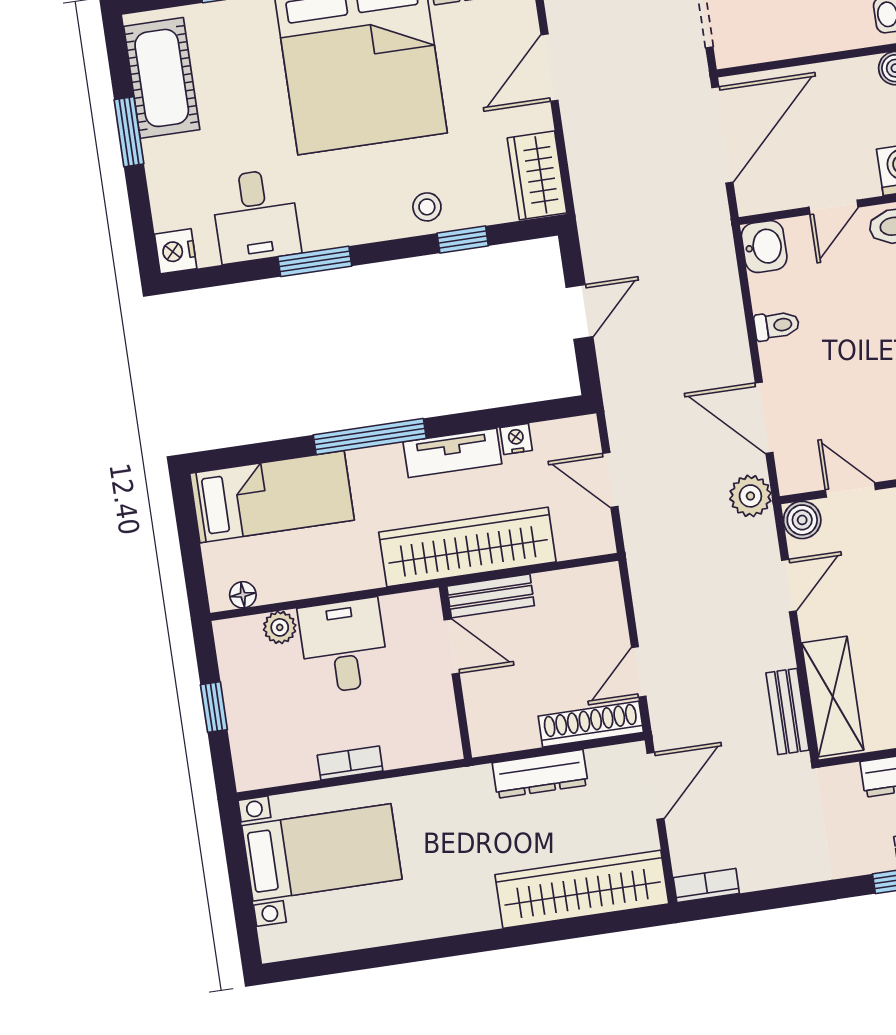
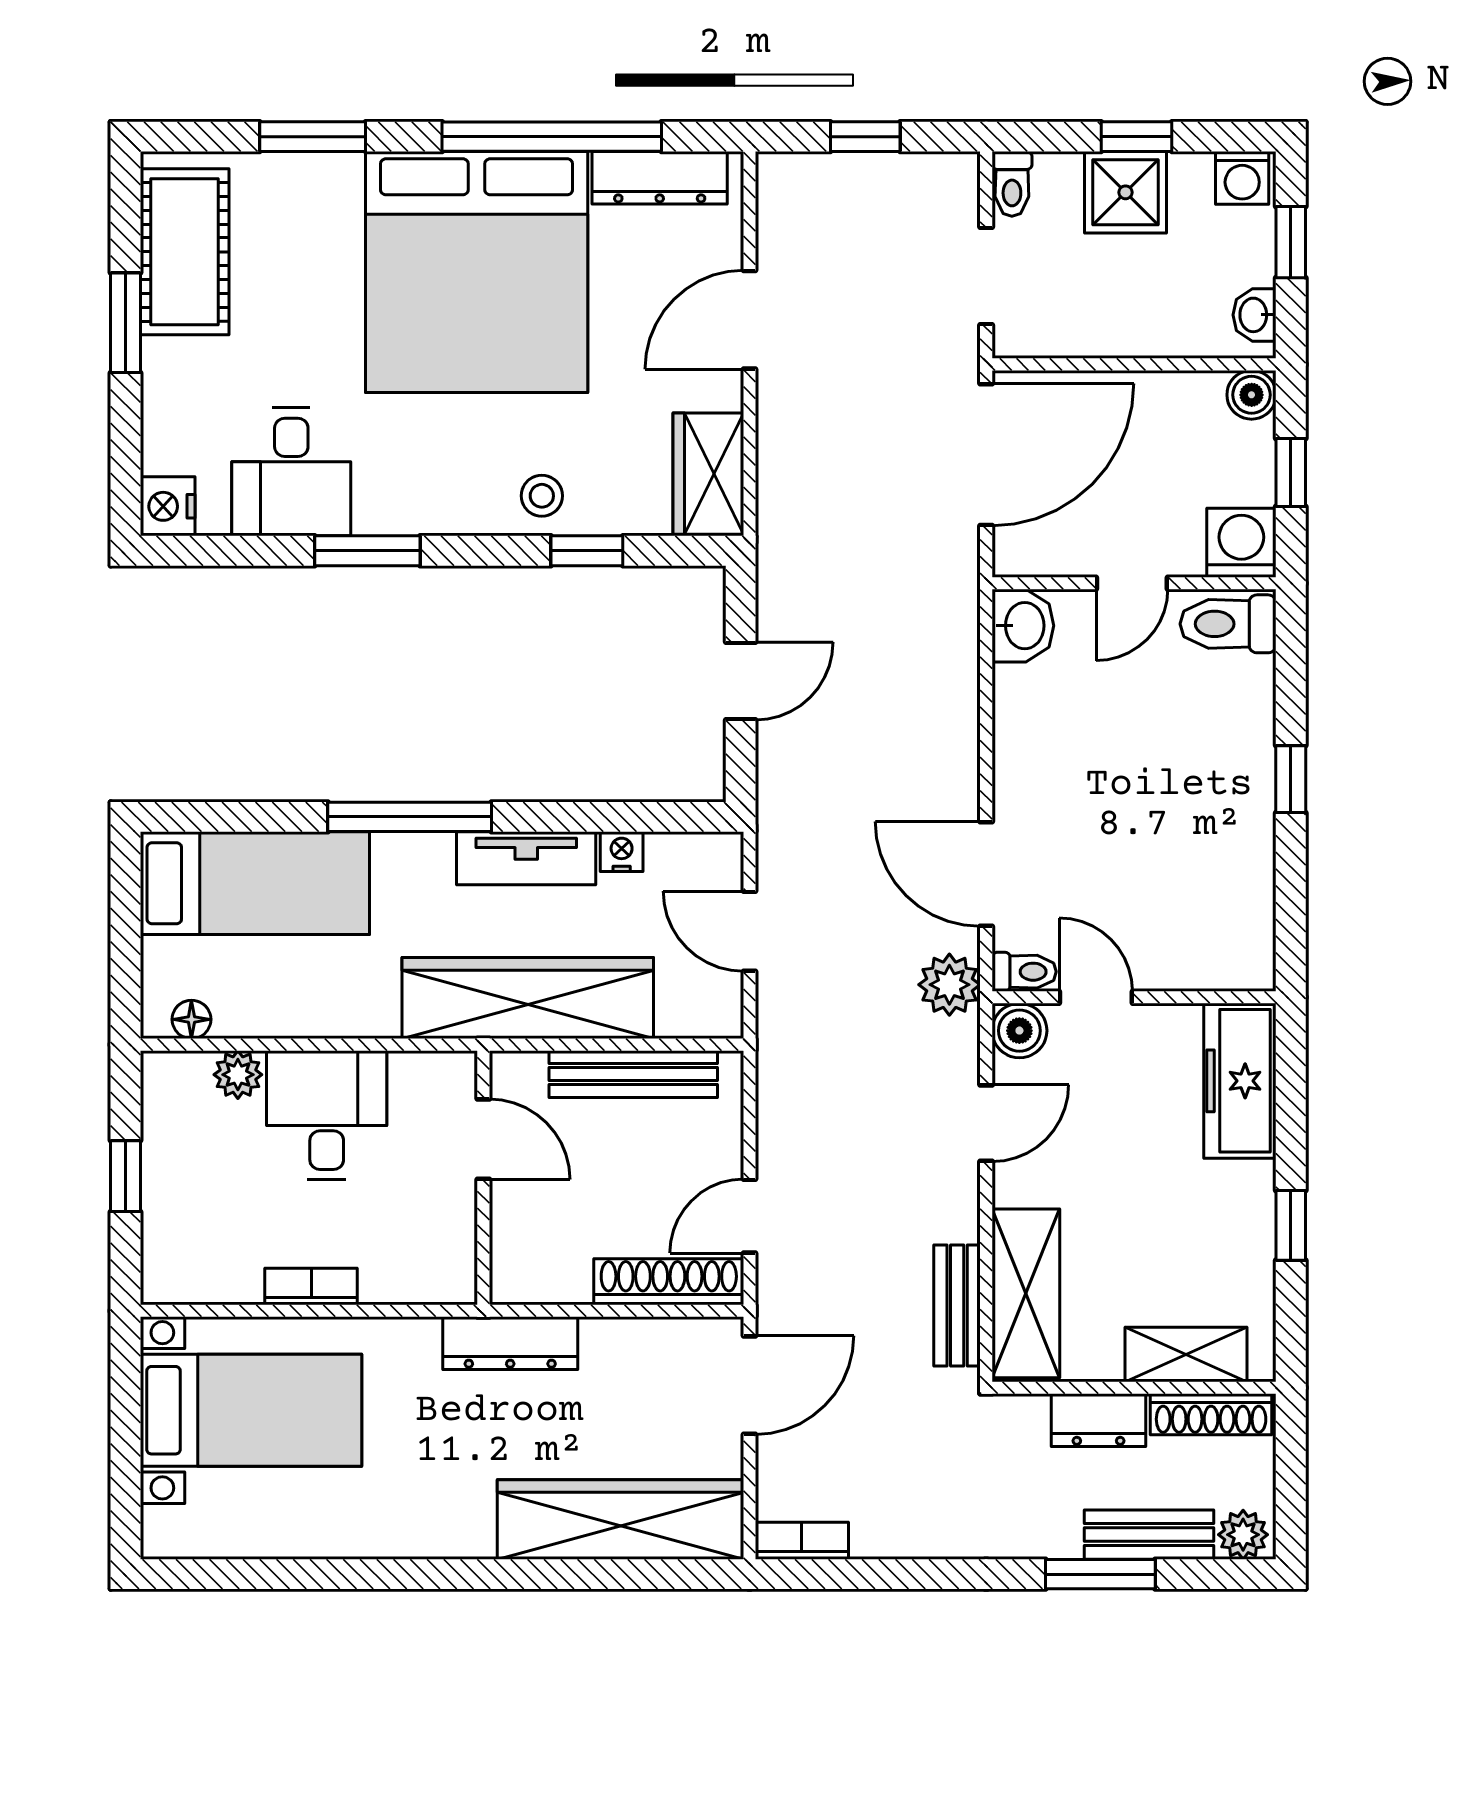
toilet: (777, 325) -> (1024, 972), moved
bench: (491, 596) -> (633, 1074), moved, width x1.36
dresser: (540, 774) -> (510, 1343), moved

